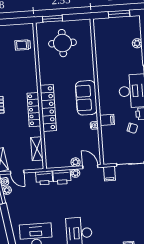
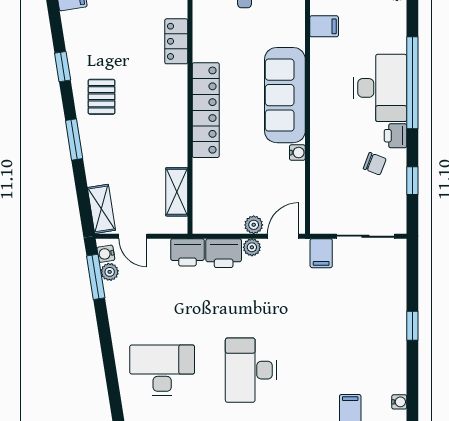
sofa: (86, 98) -> (285, 95), width x1.36
locker: (34, 110) -> (176, 41), moved, width x0.66
filing cabinet: (107, 120) -> (324, 26), moved
door: (90, 167) -> (283, 236), hinge flipped

